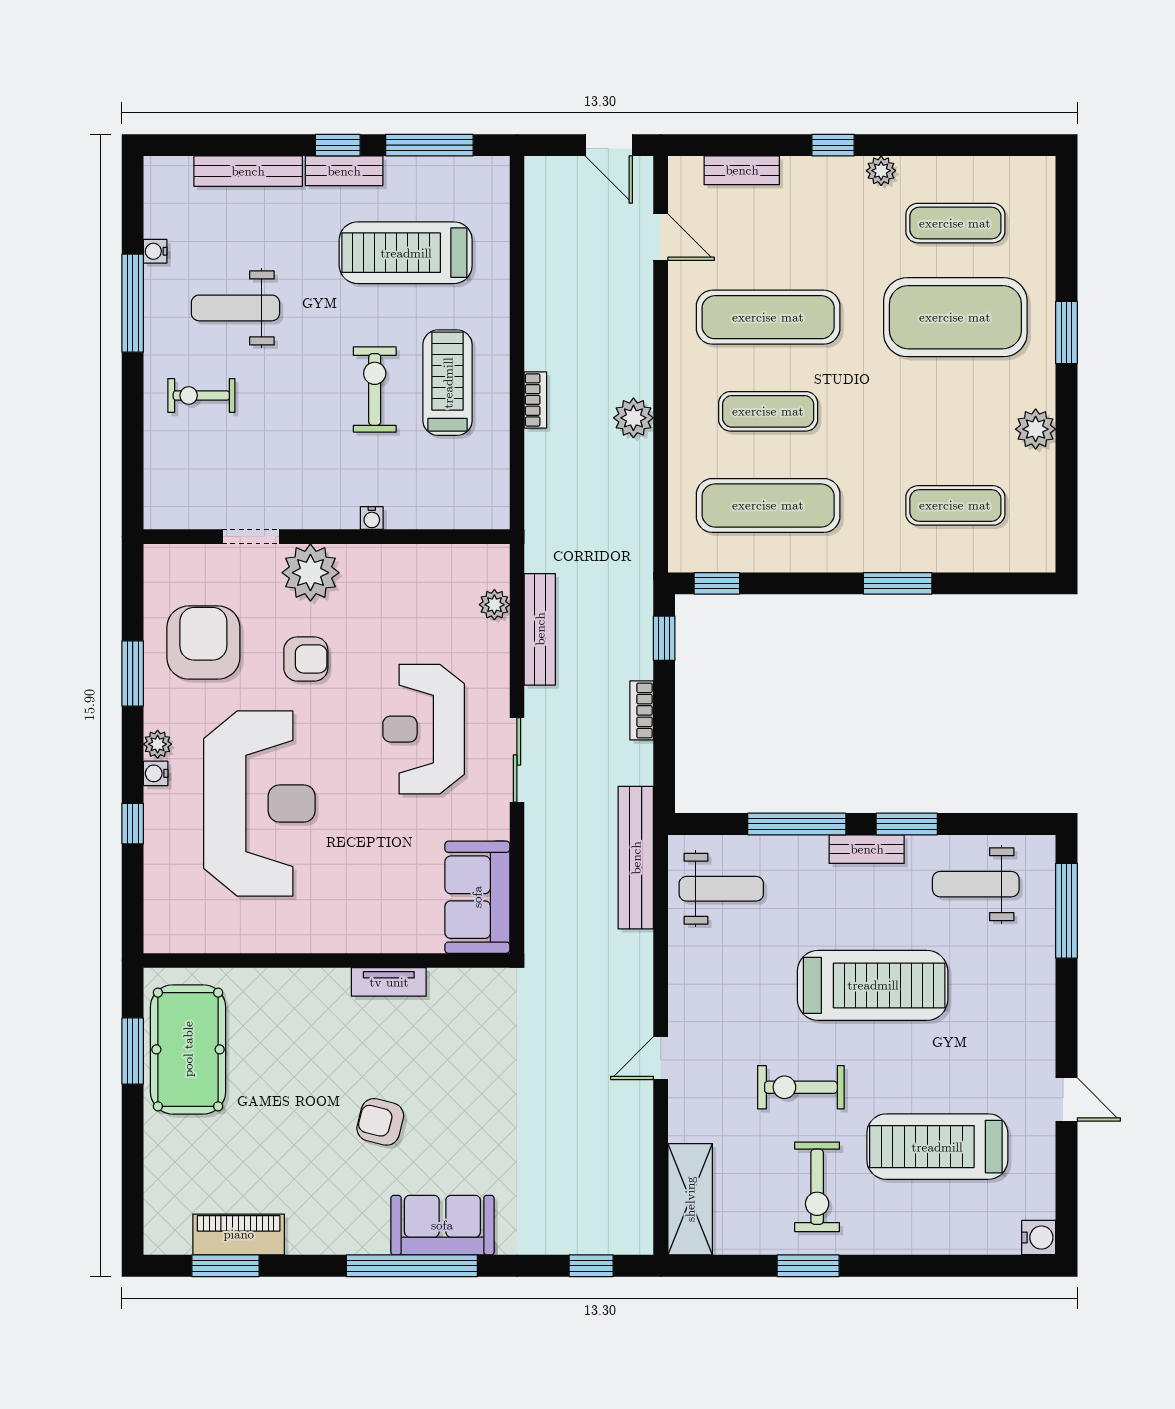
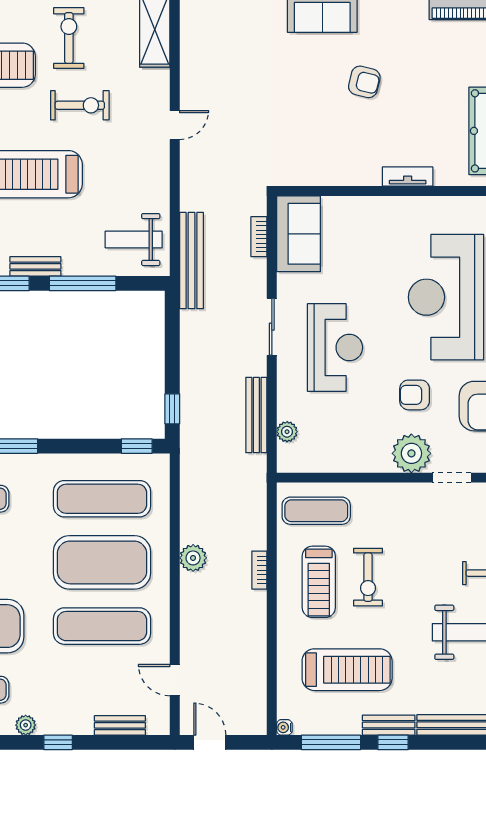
exercise mat: (768, 411) -> (102, 562), width x2.00, depth x1.45
exercise mat: (451, 488) -> (316, 511), added
water cooler: (372, 518) -> (284, 727), moved, turned -90
bookcase: (642, 710) -> (259, 237), moved, turned 180
tv unit: (389, 982) -> (408, 177), moved

